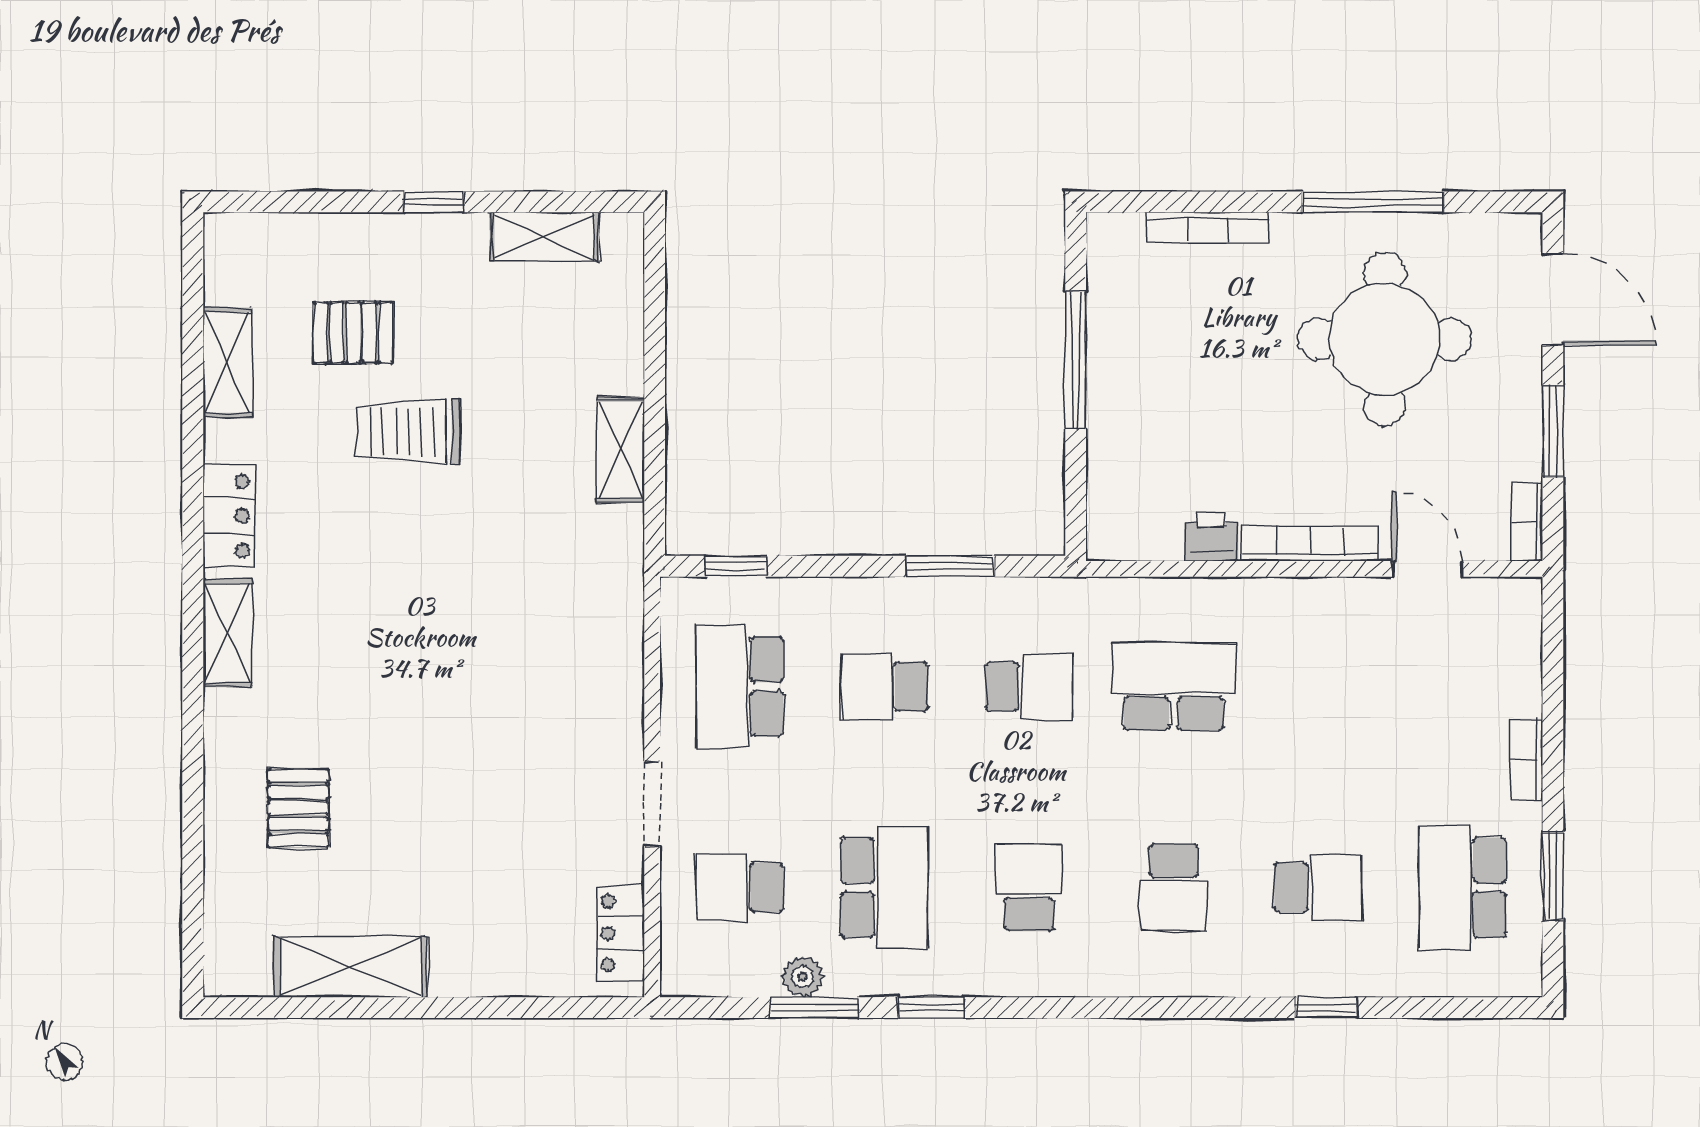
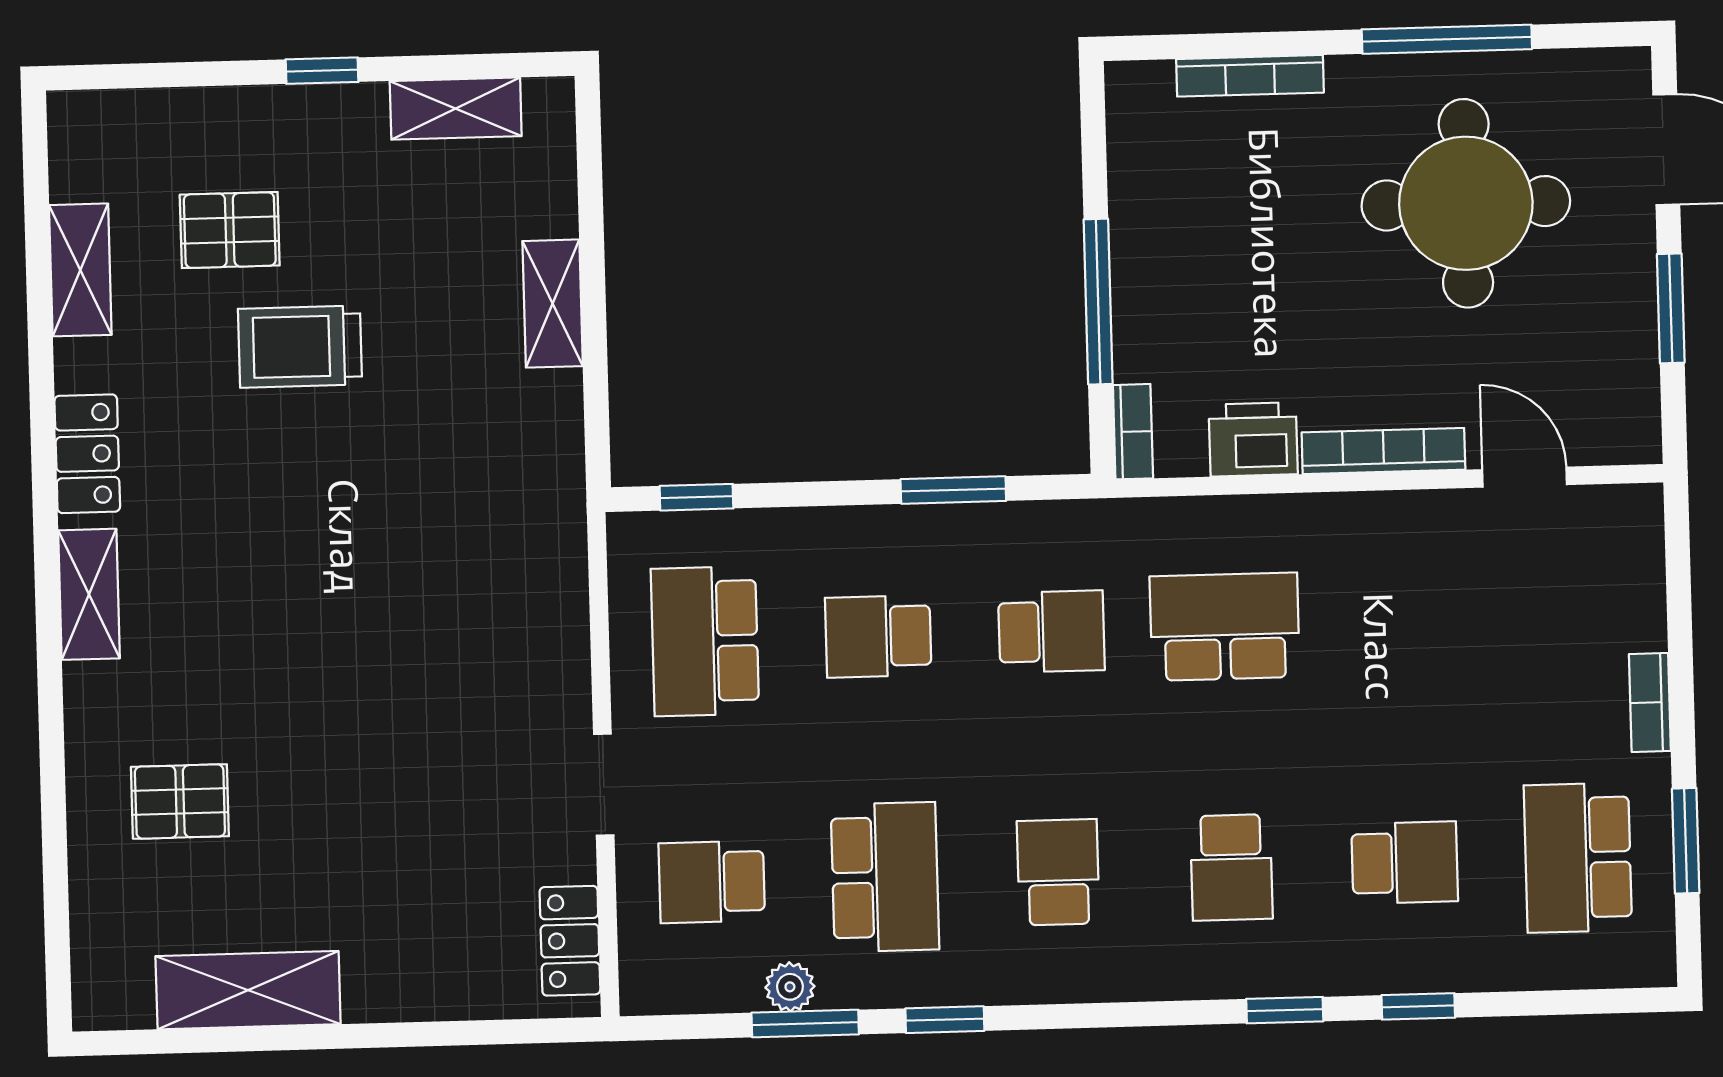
window: (1076, 360) -> (1098, 302), moved
shelving: (621, 450) -> (553, 304), moved
bookcase: (1527, 522) -> (1133, 432), moved, turned 180
printer: (1211, 537) -> (1253, 439), width x1.36, depth x1.24
pallet: (298, 808) -> (180, 802), turned 90
window: (1215, 1008) -> (1285, 1010), added

